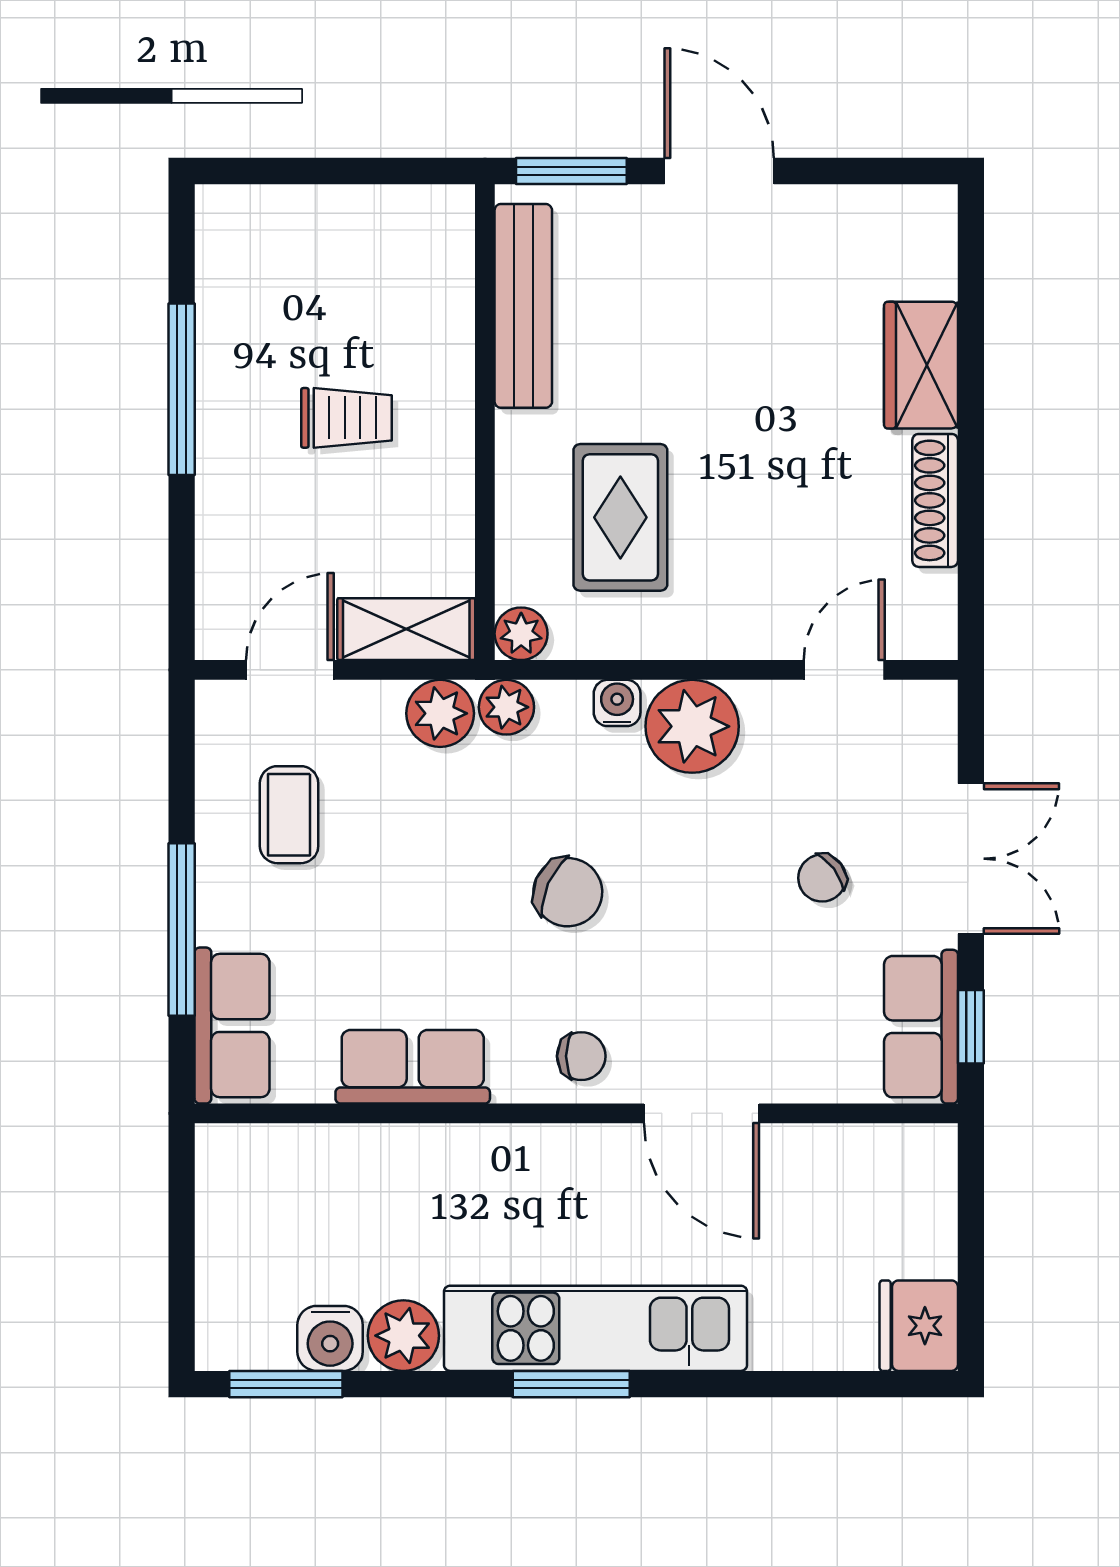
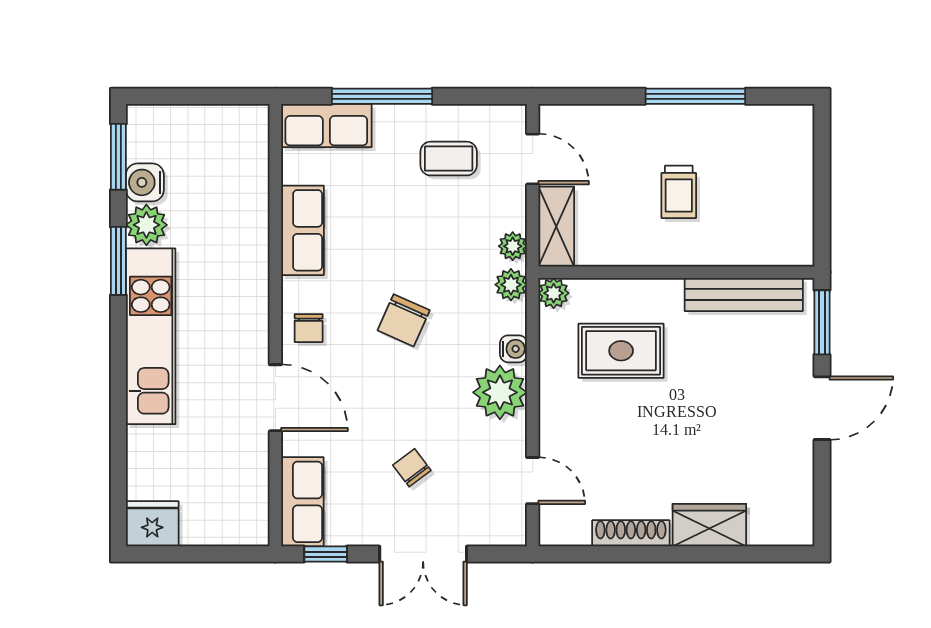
plant: (440, 713) -> (513, 246), width x0.73, depth x0.73
row of seats: (921, 1027) -> (302, 502), moved, turned 90
door: (701, 1113) -> (275, 398), swing flipped
window: (571, 1384) -> (118, 261), moved

